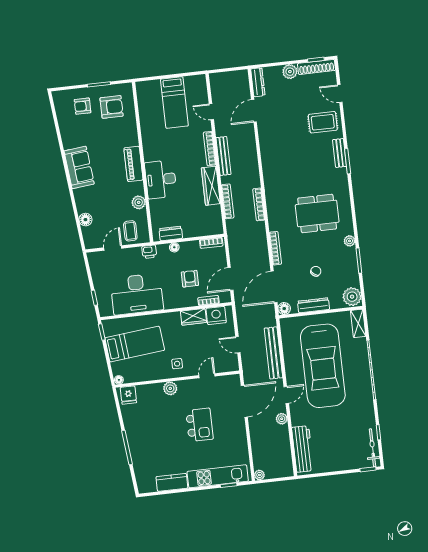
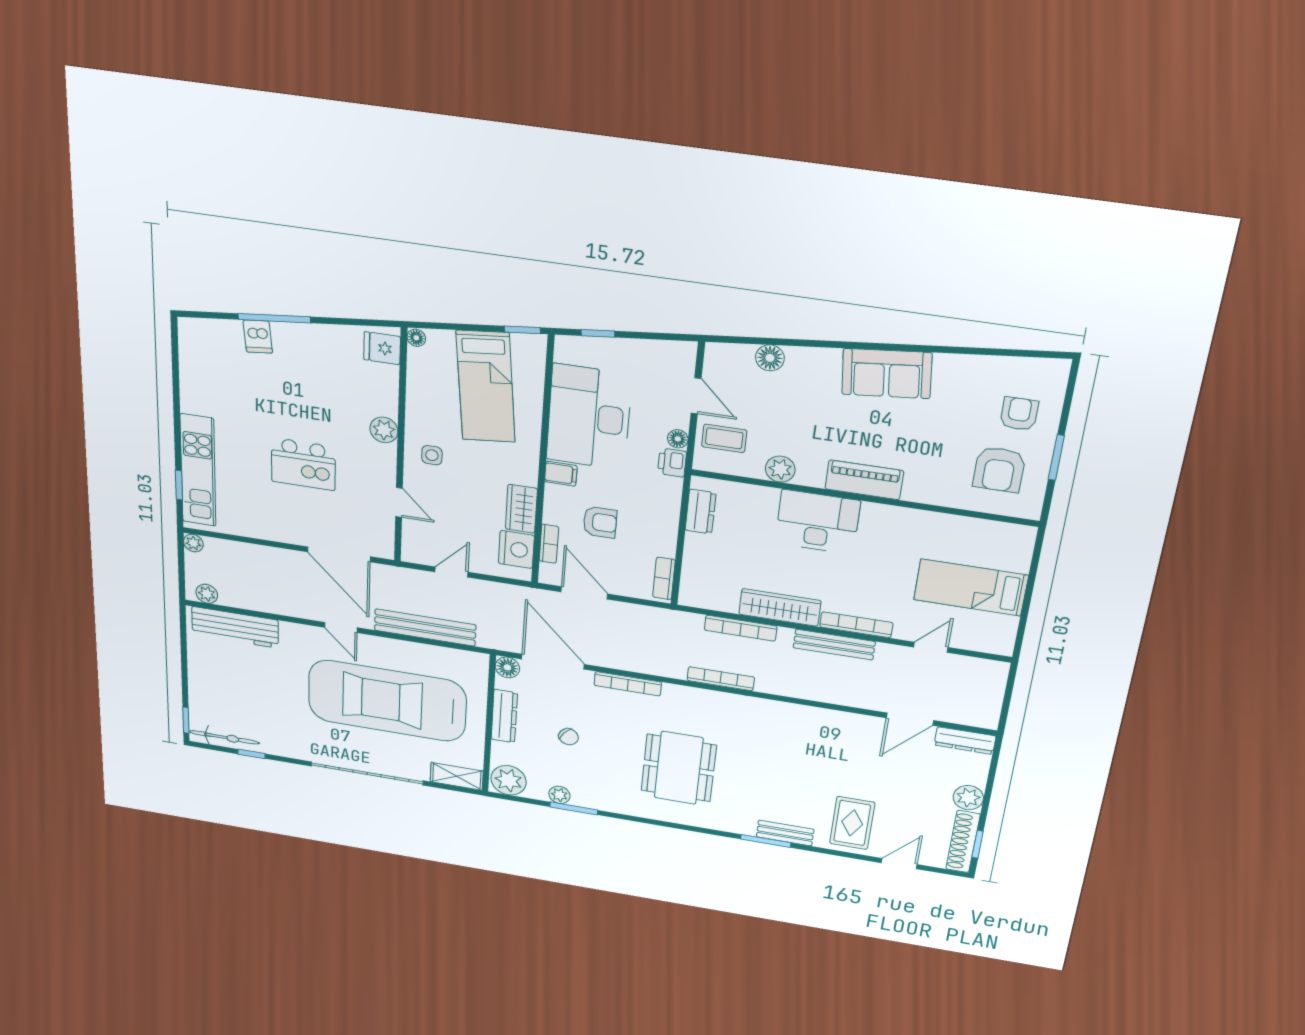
door: (254, 111) -> (910, 719), swing flipped
plant: (350, 241) -> (559, 795), moved
floor lamp: (174, 247) -> (678, 439), moved
filing cabinet: (170, 302) -> (561, 474), added
plant: (282, 419) -> (207, 594), moved
dishwasher: (138, 454) -> (258, 337), added
kitchen counter: (172, 482) -> (194, 385), removed

